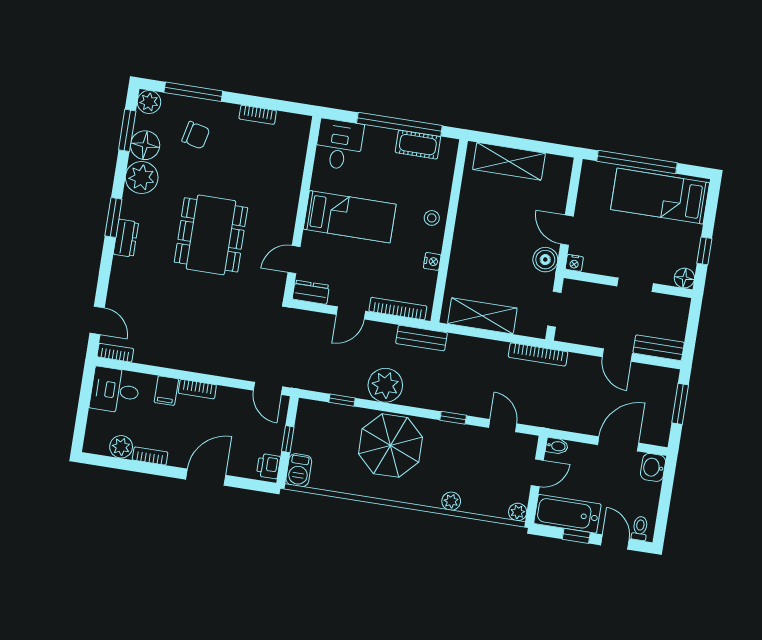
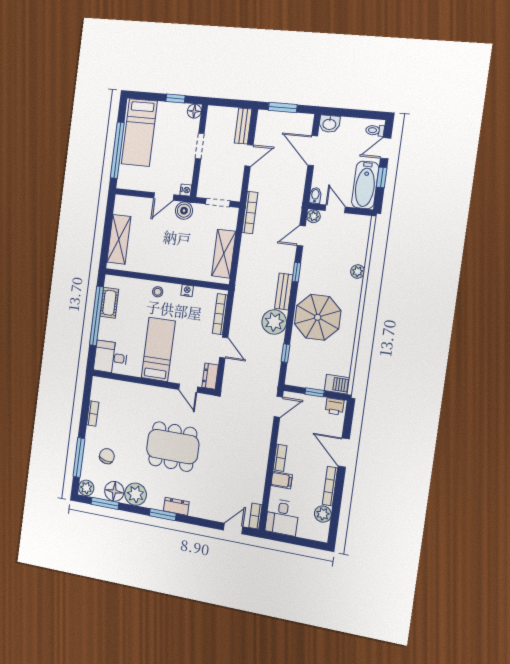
bench: (421, 338) -> (284, 291), moved
bookcase: (150, 456) -> (330, 486), width x1.56
plant: (518, 512) -> (314, 216), moved

